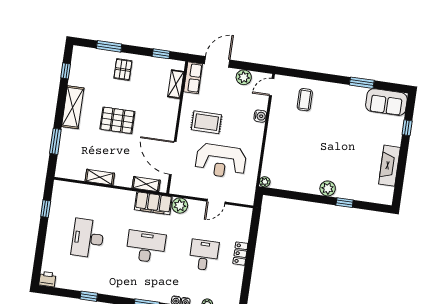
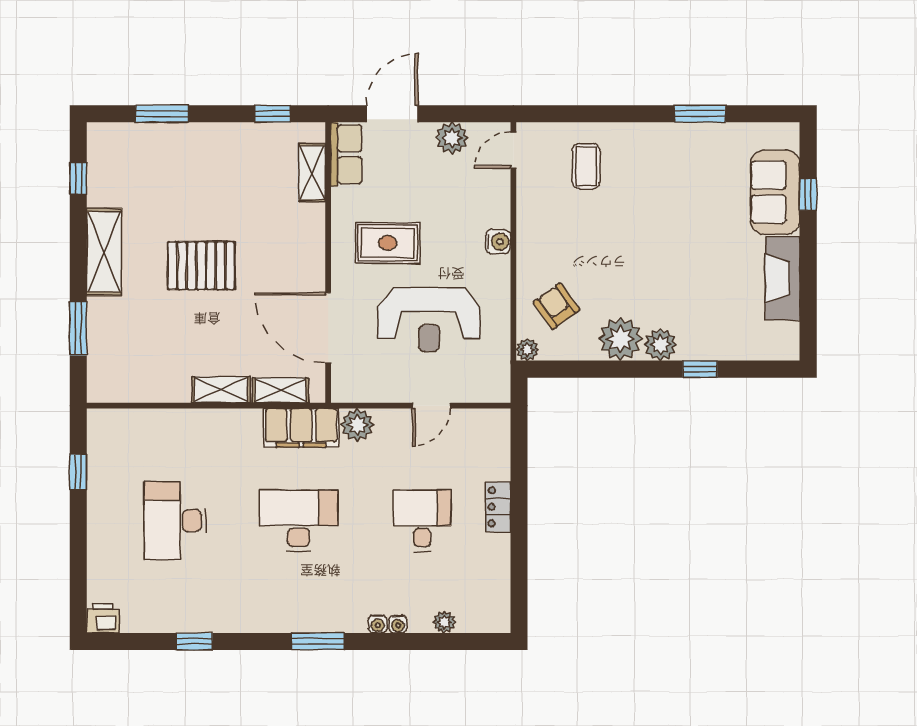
pallet: (123, 70) -> (198, 158), removed
sofa: (386, 102) -> (775, 192), moved, turned 90
water cooler: (260, 116) -> (498, 242), moved
armchair: (281, 163) -> (556, 306), added
shelving: (100, 177) -> (221, 390), moved
plant: (309, 183) -> (620, 339), added

